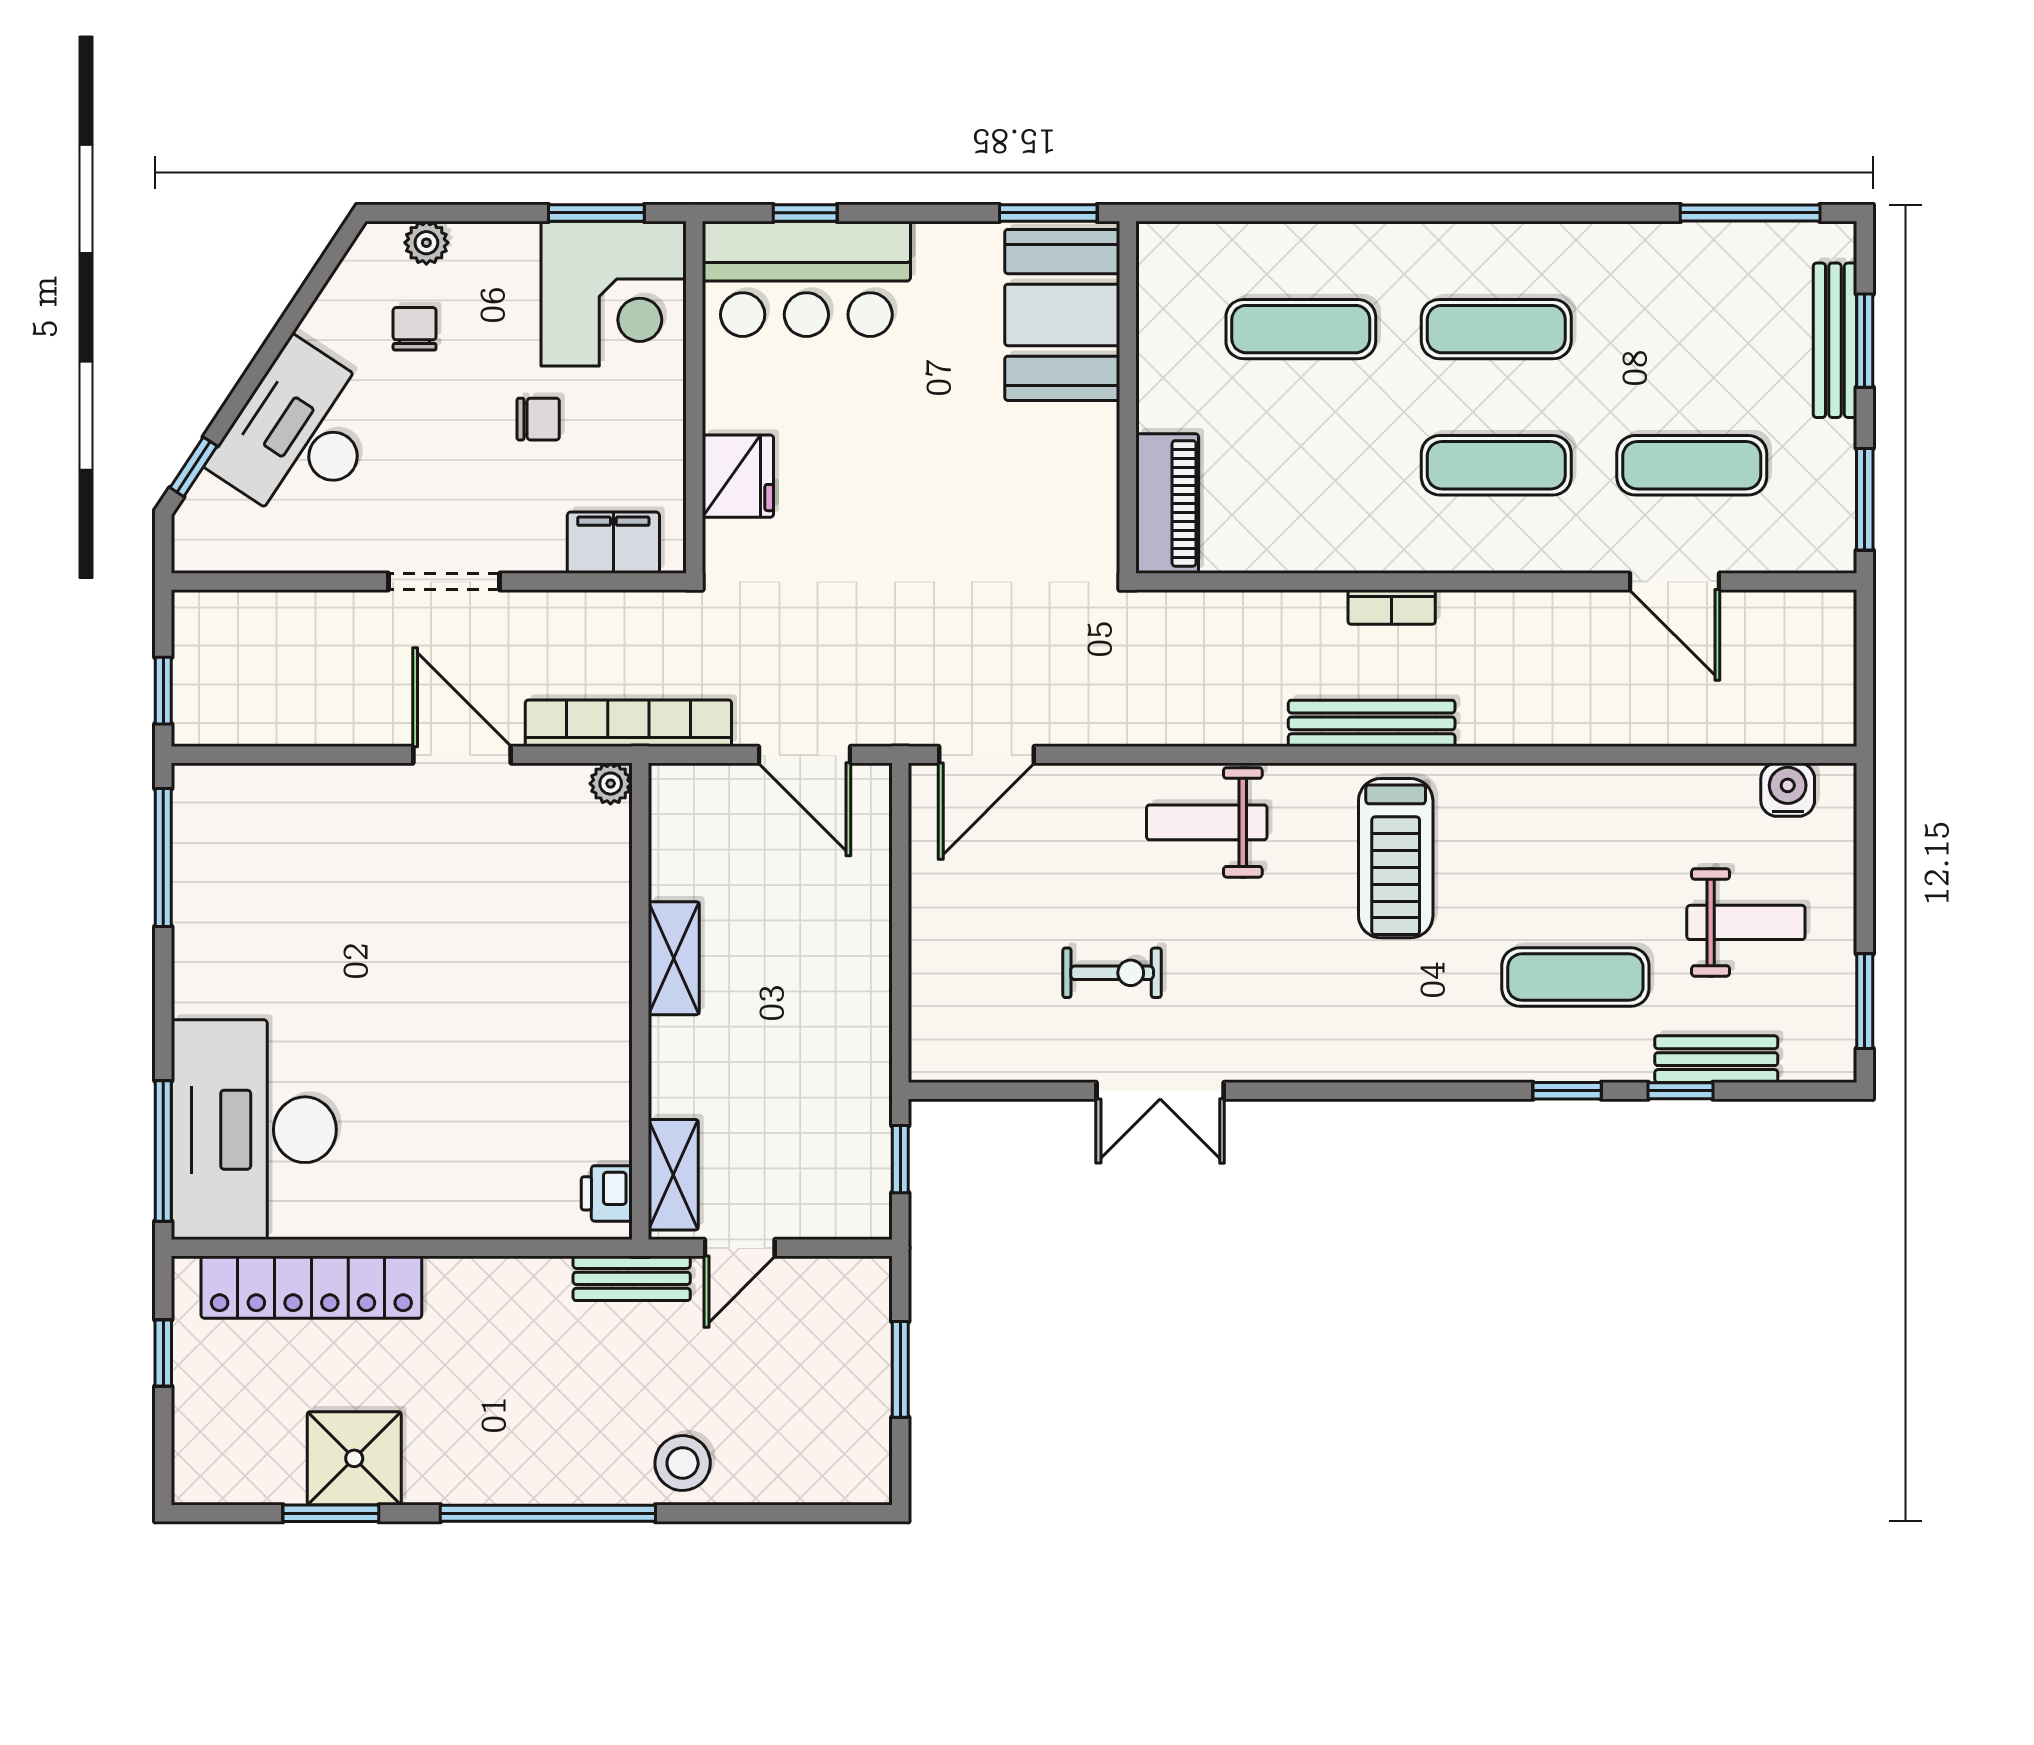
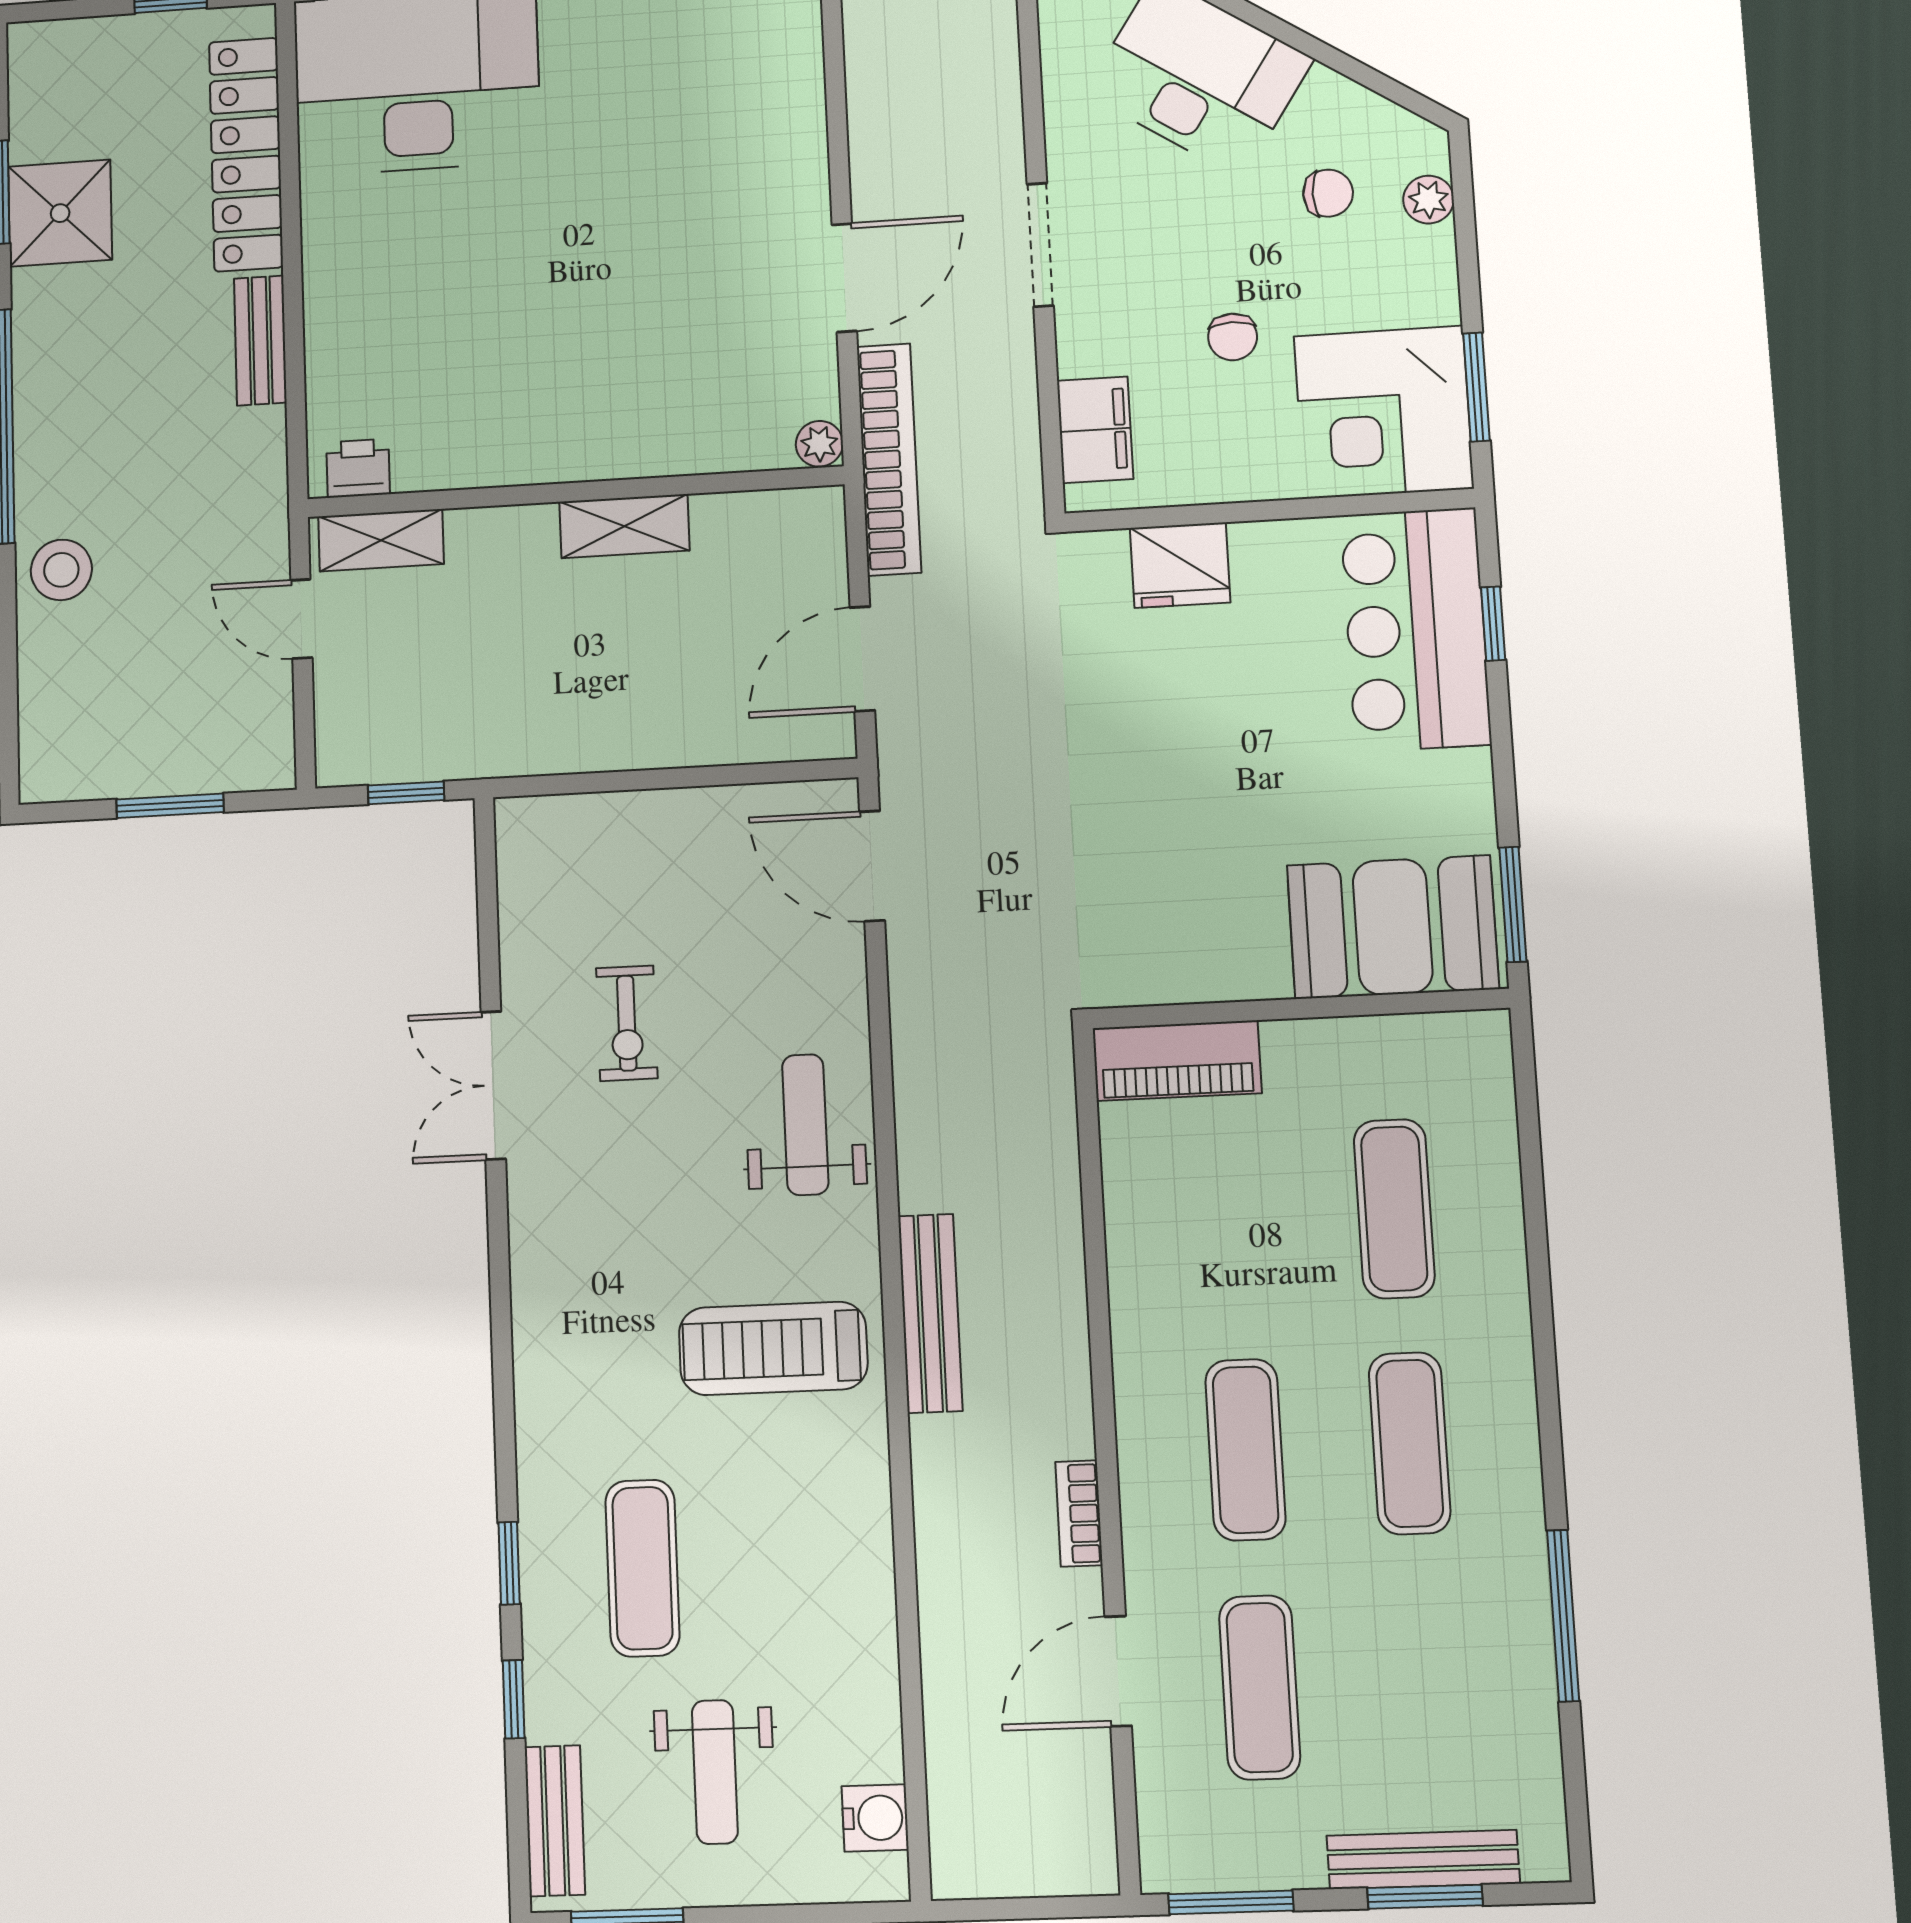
window: (1750, 213) -> (1563, 1616), moved
bookcase: (1392, 607) -> (1079, 1513), moved
bench: (1716, 1059) -> (555, 1821), moved
bench: (632, 1278) -> (260, 340), moved

